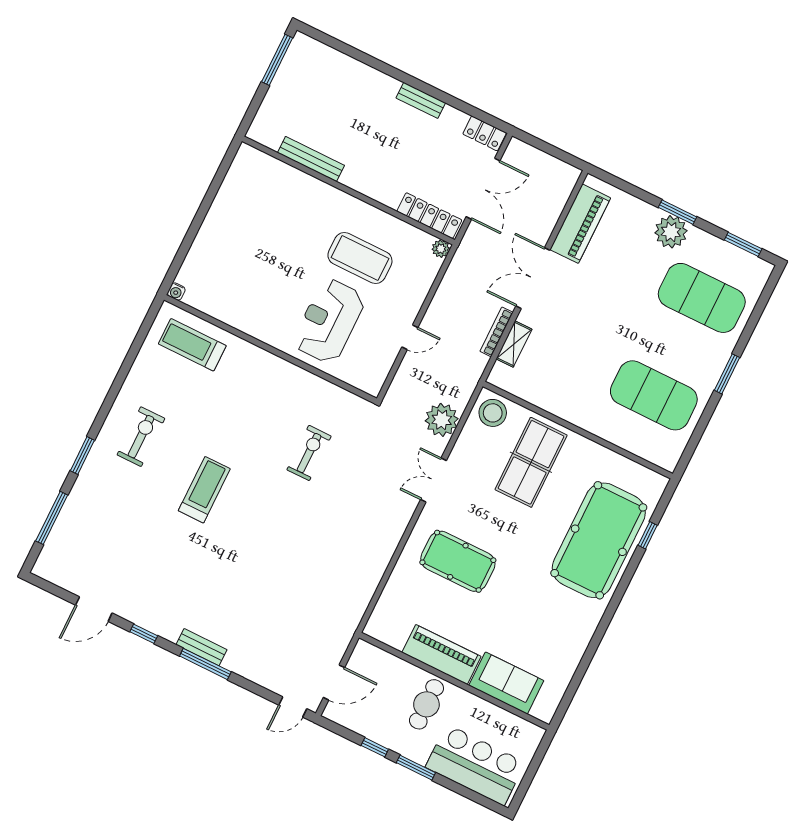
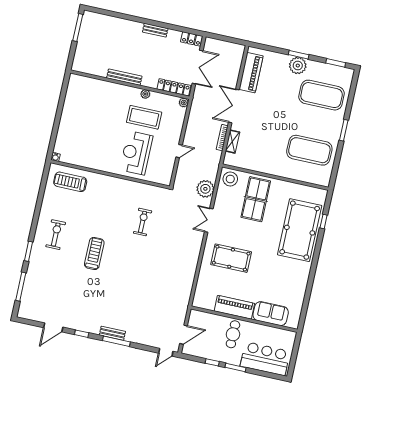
bench: (311, 159) -> (124, 77), moved
plant: (373, 215) -> (145, 94), added

